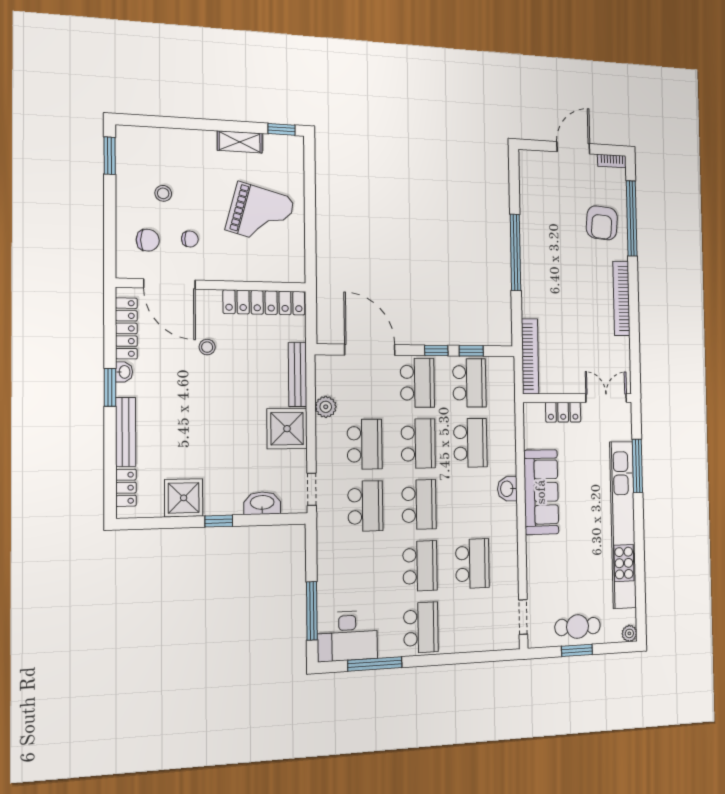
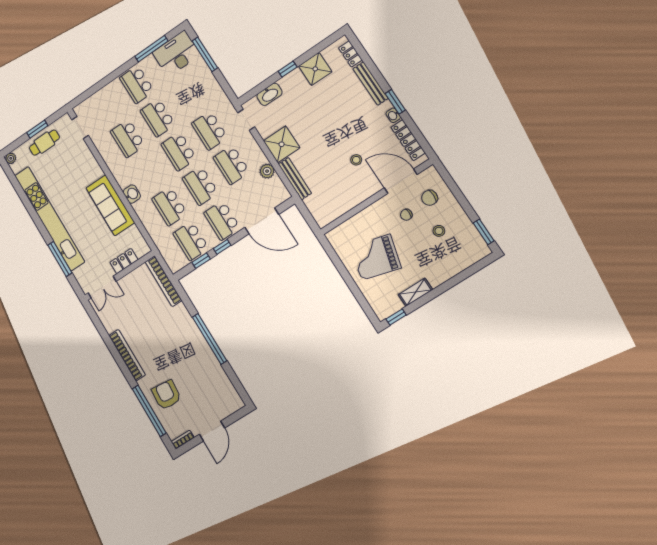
locker: (264, 302) -> (340, 207), removed

